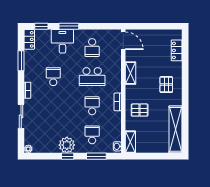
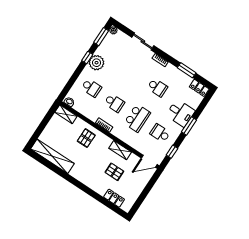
window: (41, 26) -> (172, 152), moved
school desk: (92, 77) -> (137, 118), turned 180
pallet: (166, 85) -> (114, 172), moved
window: (96, 156) -> (101, 37), moved

